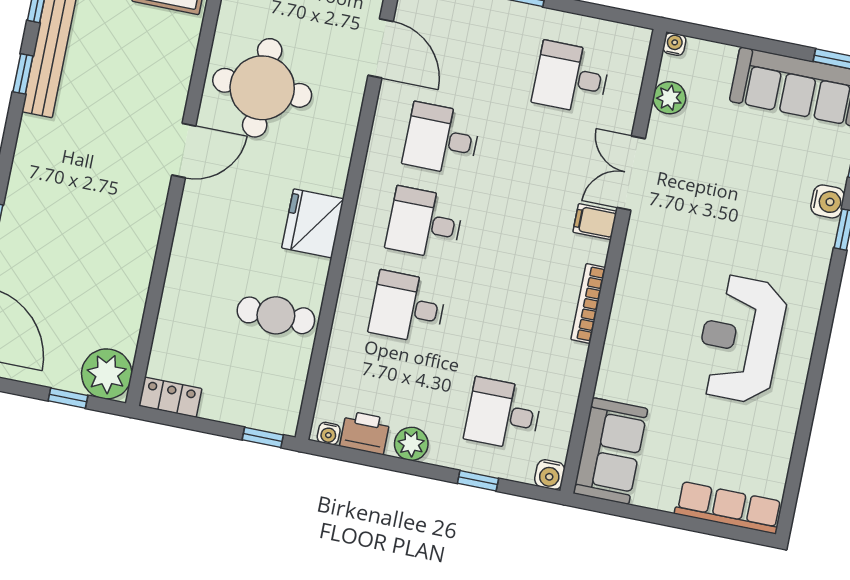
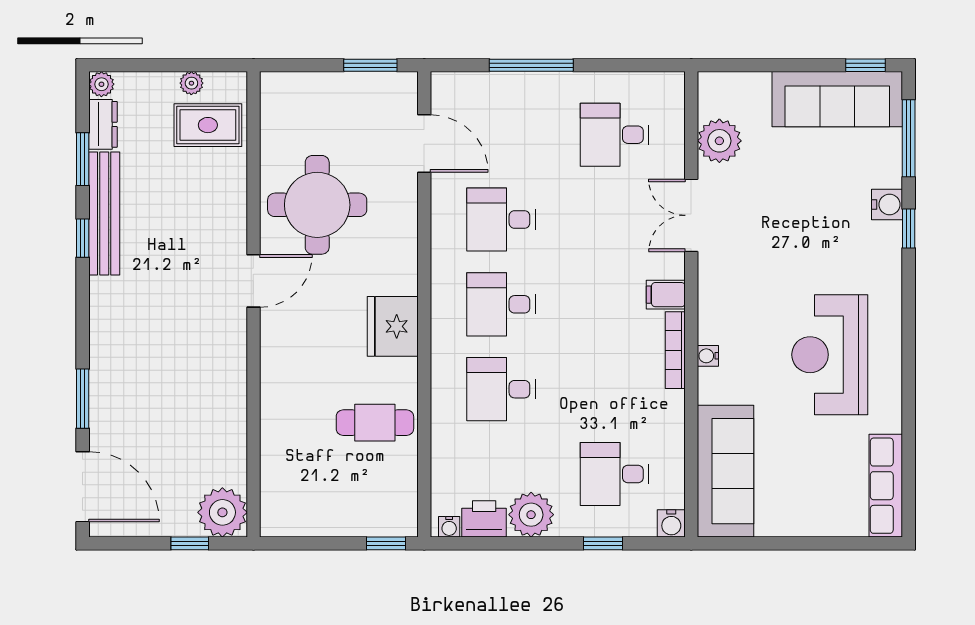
water cooler: (674, 44) -> (708, 356), moved, turned -90
plant: (669, 98) -> (719, 141), width x1.36, depth x1.36
filing cabinet: (595, 222) -> (666, 295), moved
locker: (170, 397) -> (289, 523), removed
plant: (411, 444) -> (531, 515), width x1.36, depth x1.36
sofa: (610, 451) -> (725, 471), width x1.36
row of seats: (728, 508) -> (886, 486), moved, turned -90

